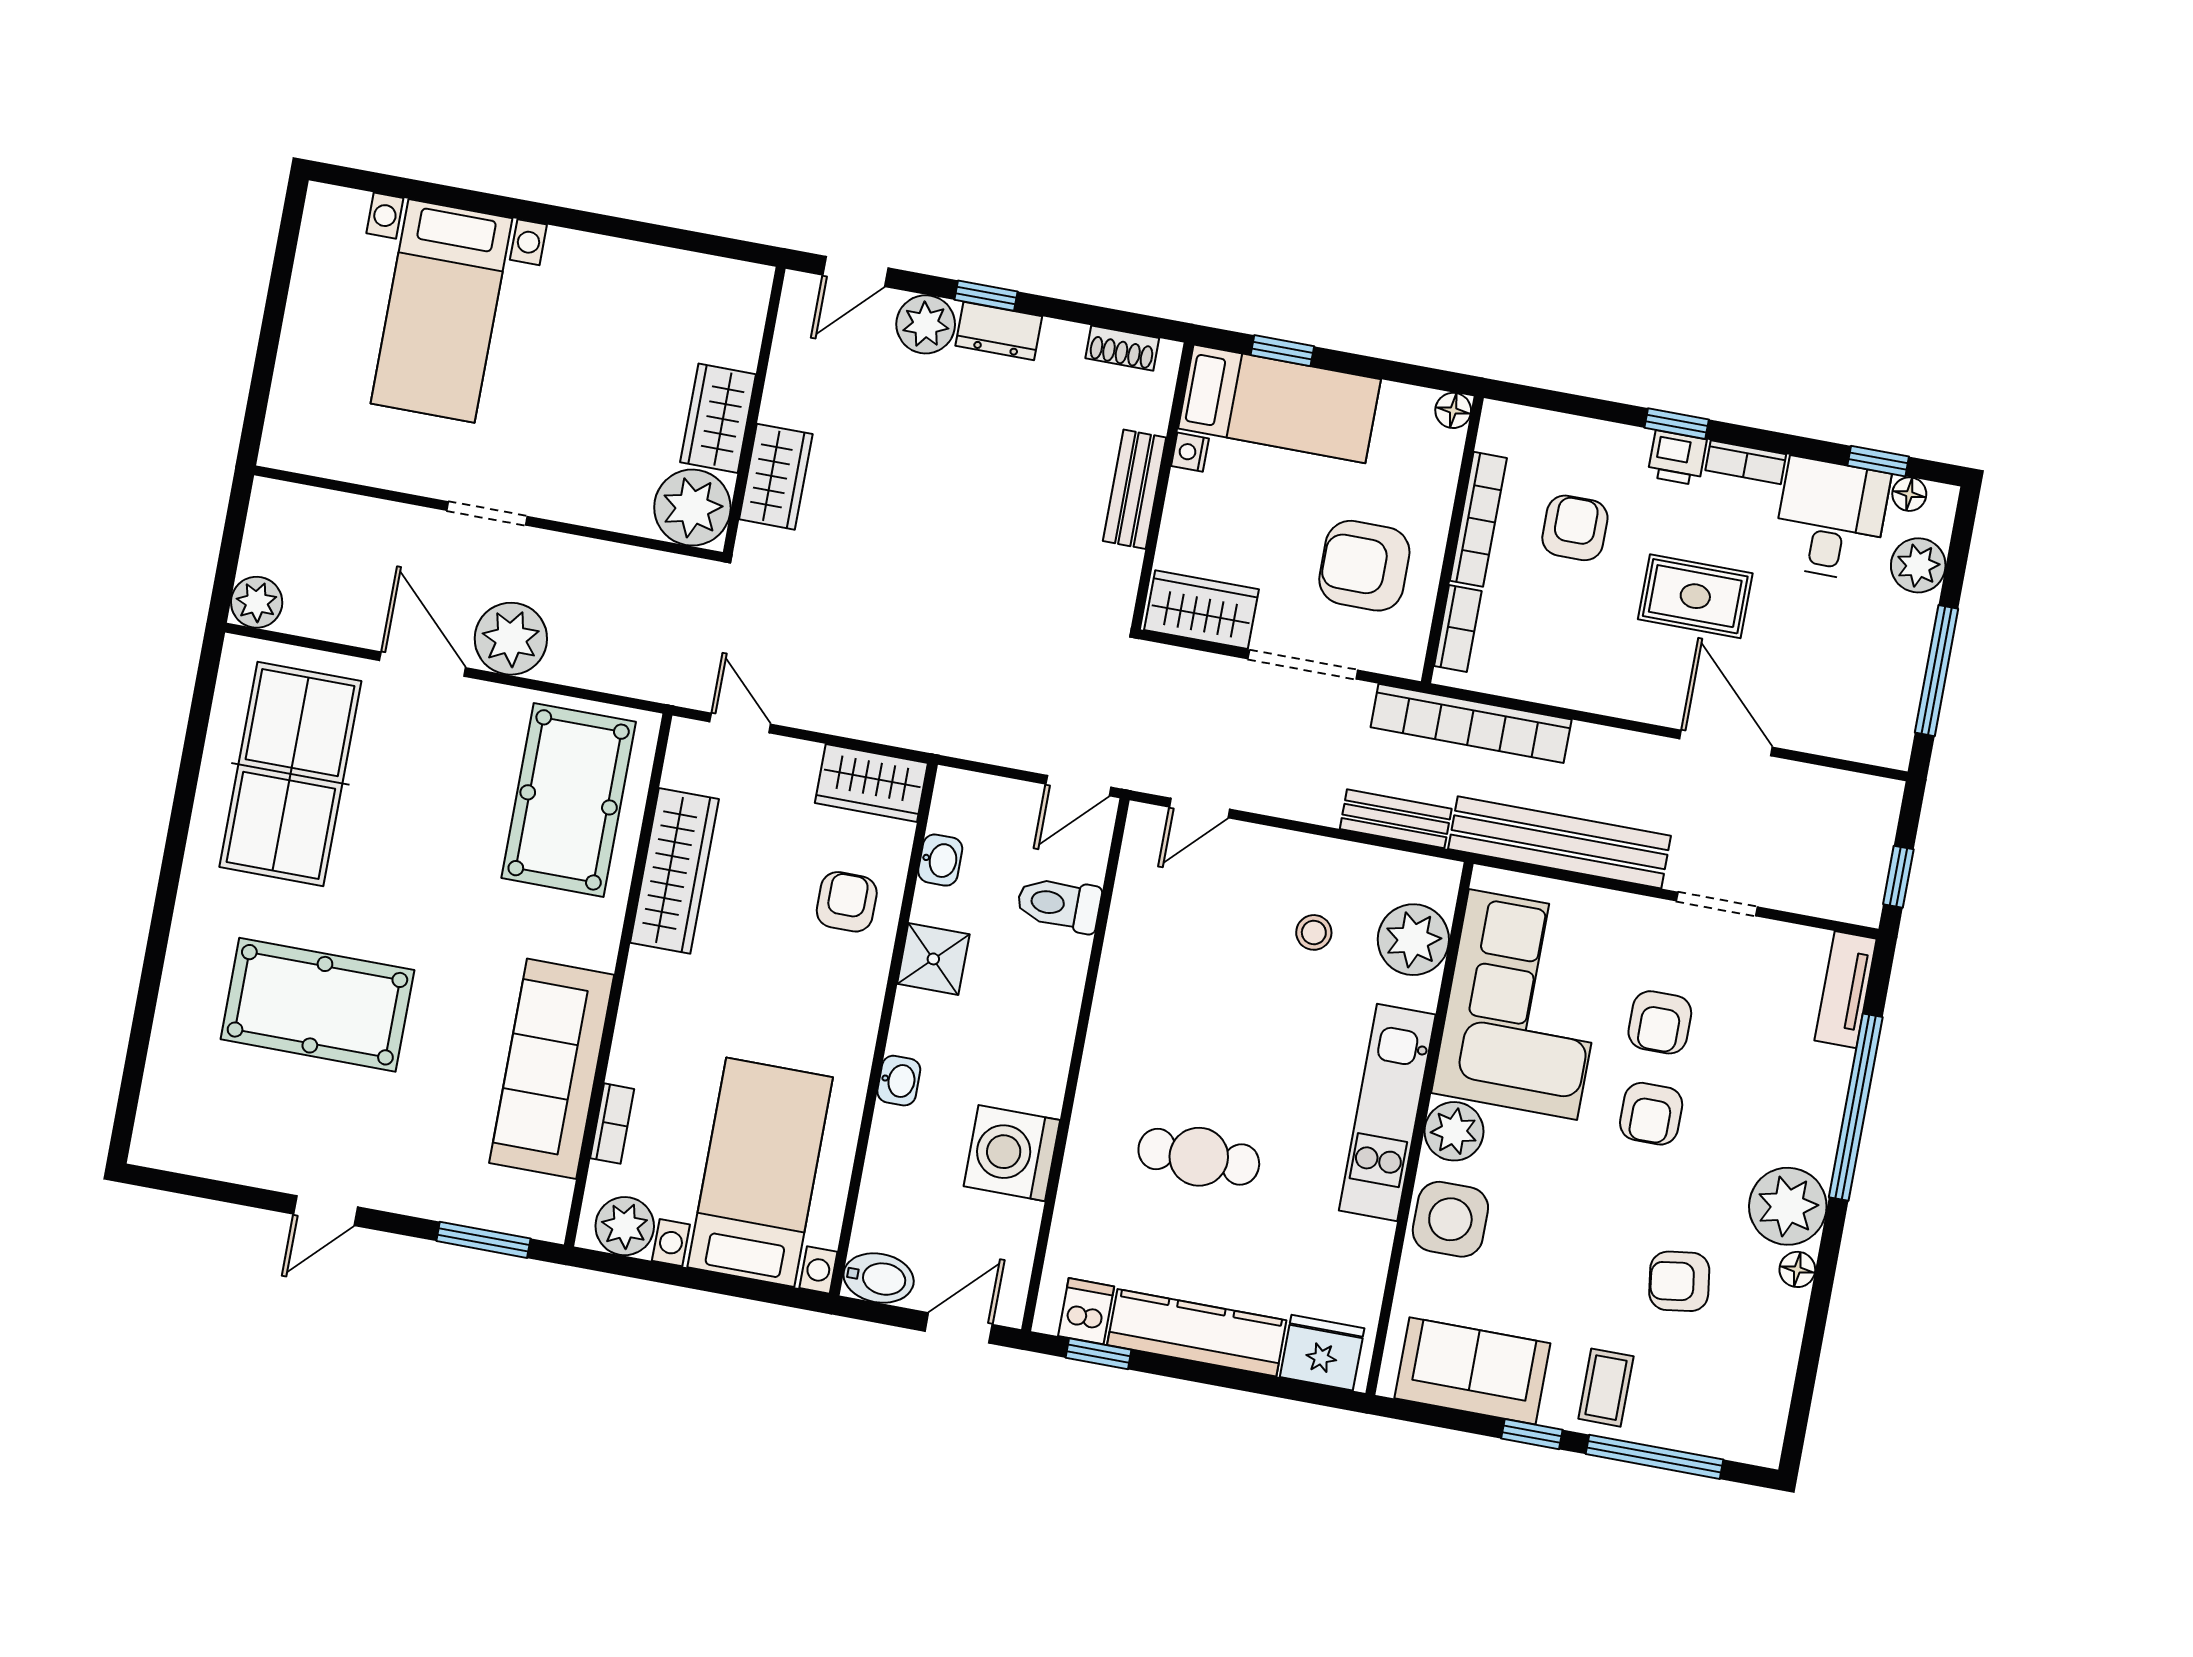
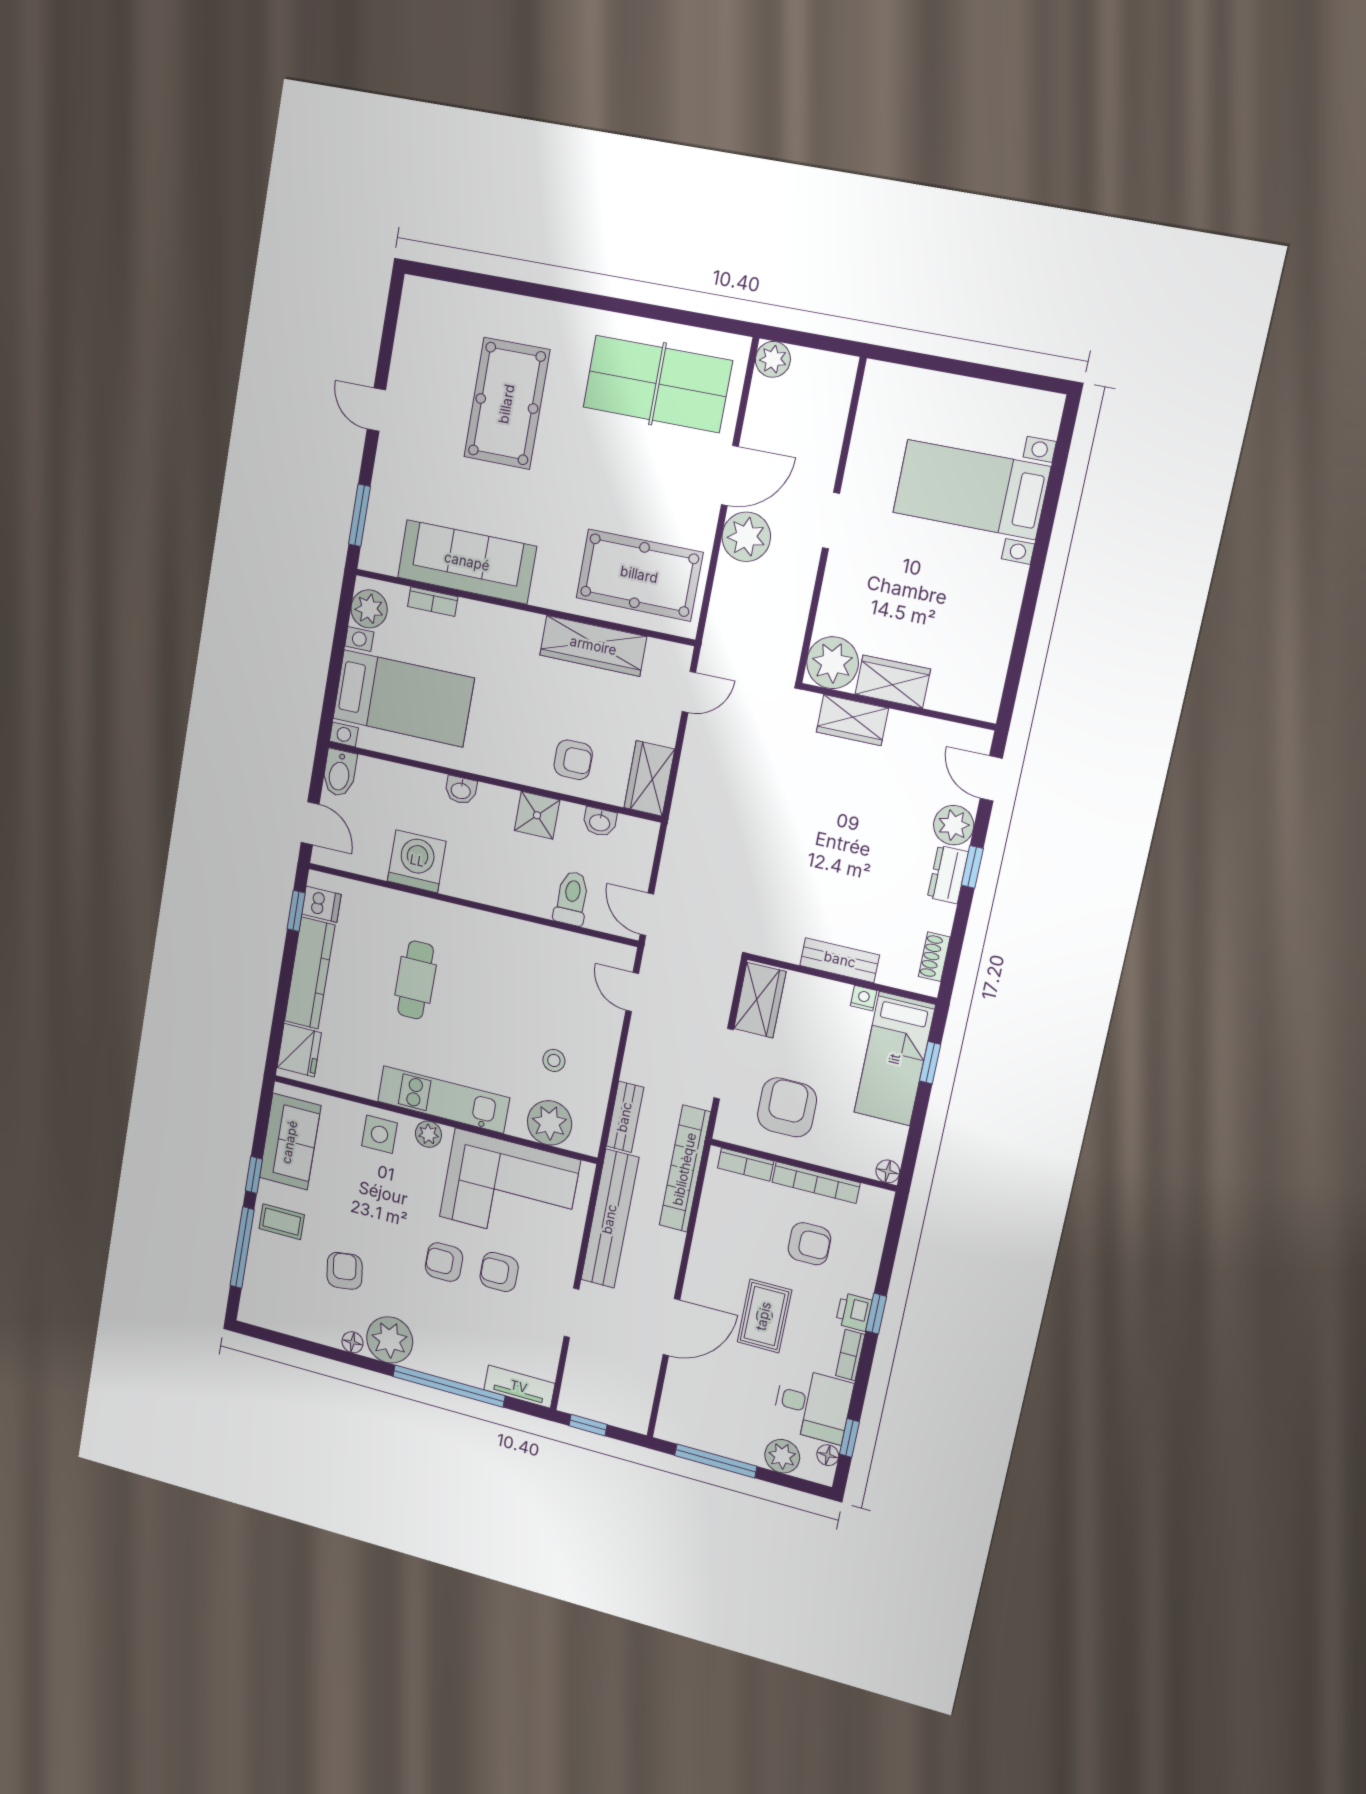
plant: (1454, 1131) -> (428, 1134), width x0.73, depth x0.73
side table: (1450, 1219) -> (380, 1134), width x0.73, depth x0.73

